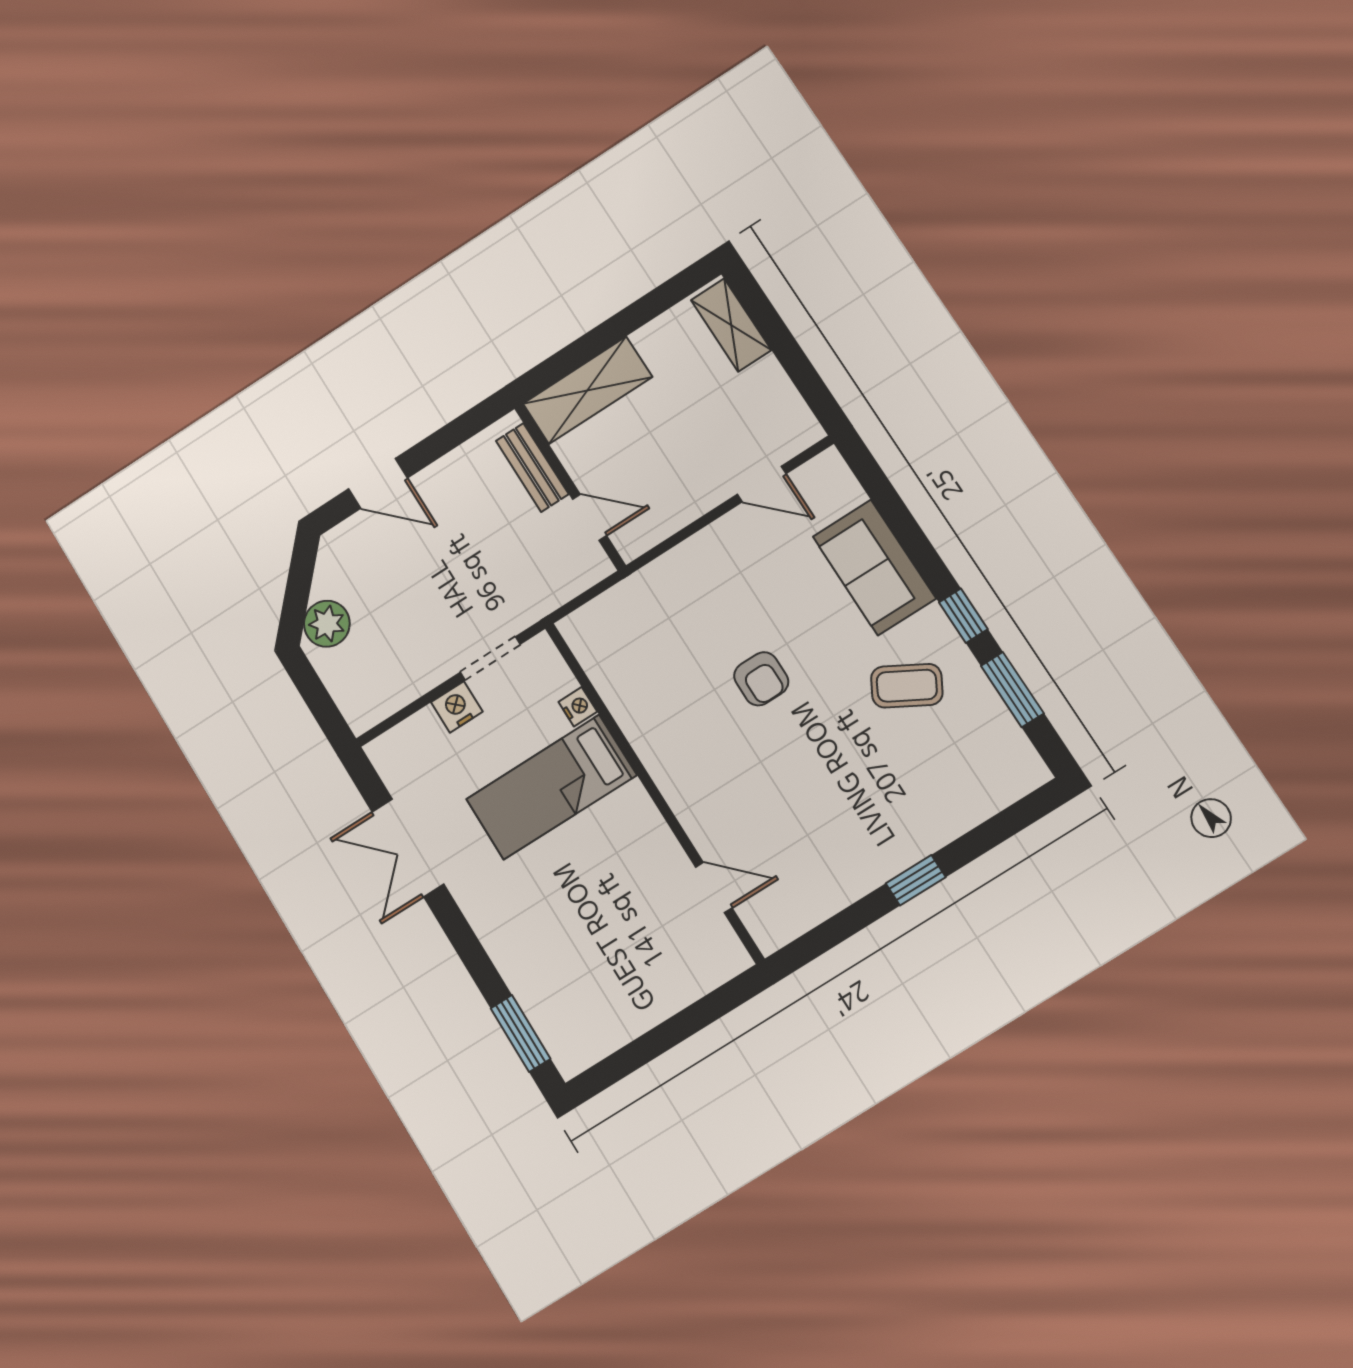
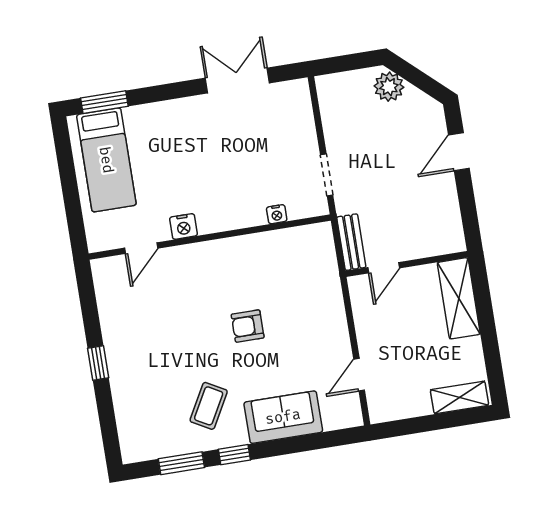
bench: (532, 467) -> (351, 242), moved, turned 90
nightstand: (457, 707) -> (183, 226), moved, turned 90
bed: (551, 787) -> (106, 160), moved, turned 180

